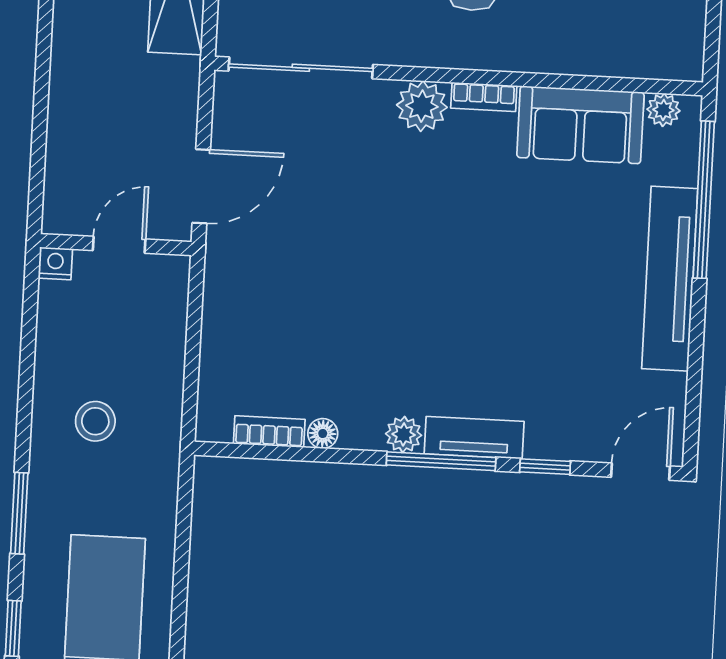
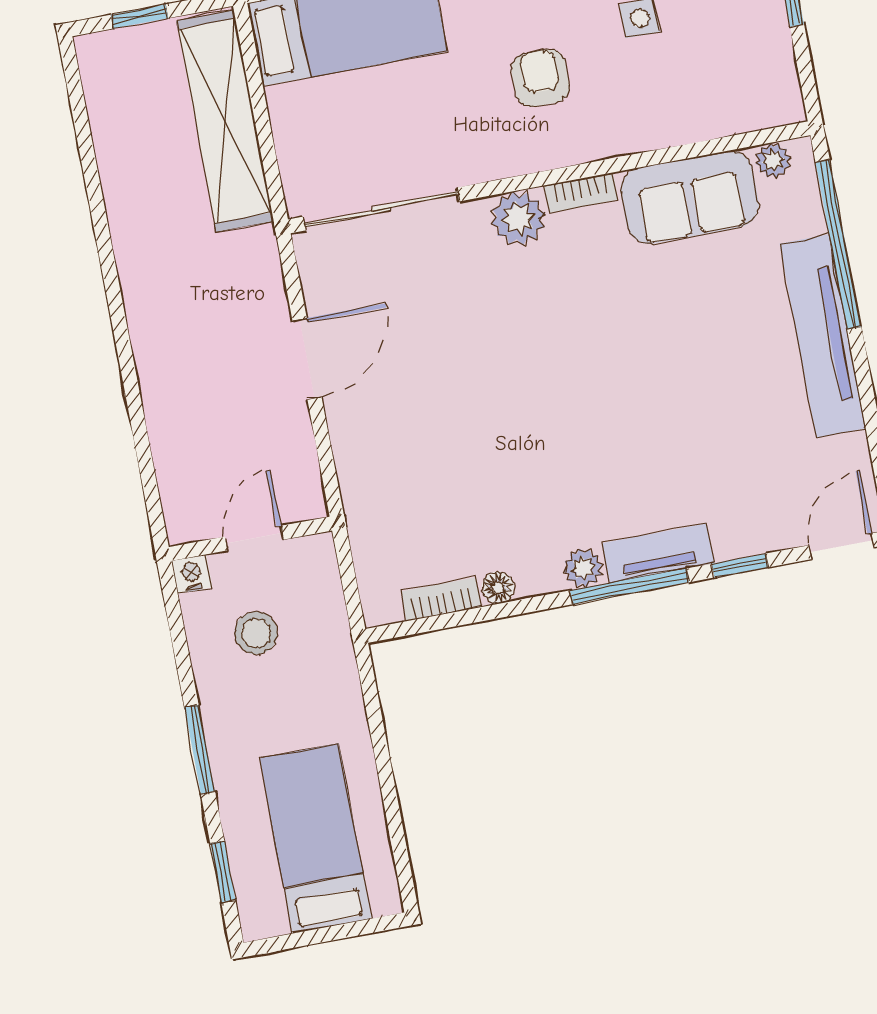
wall: (116, 245) -> (250, 539), moved
door: (119, 245) -> (254, 538), moved
nightstand: (55, 263) -> (192, 574), moved

